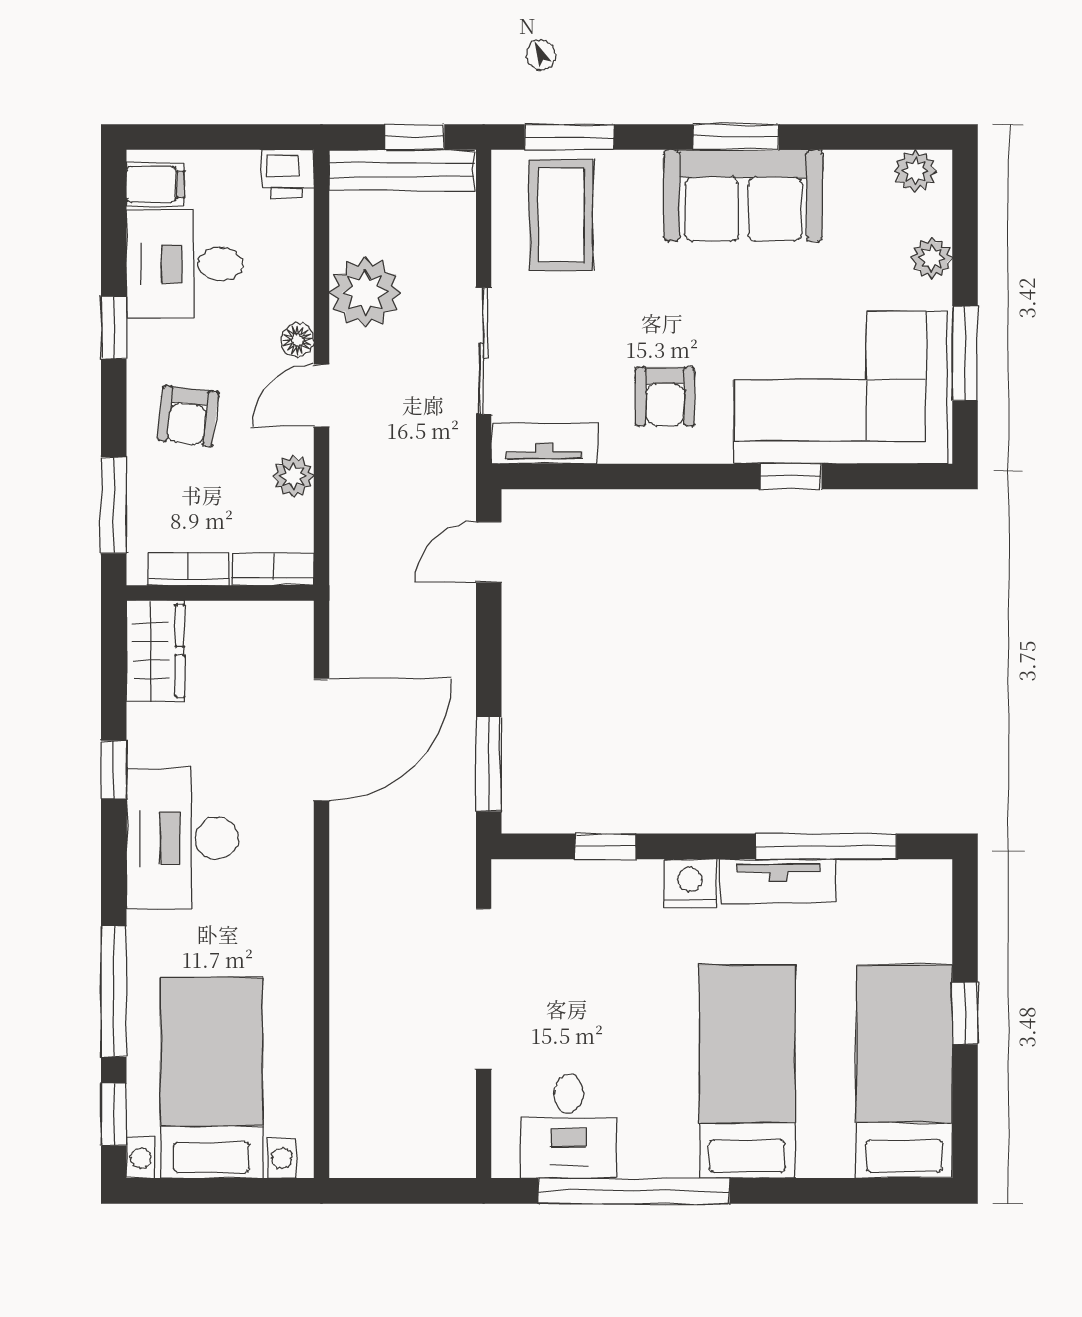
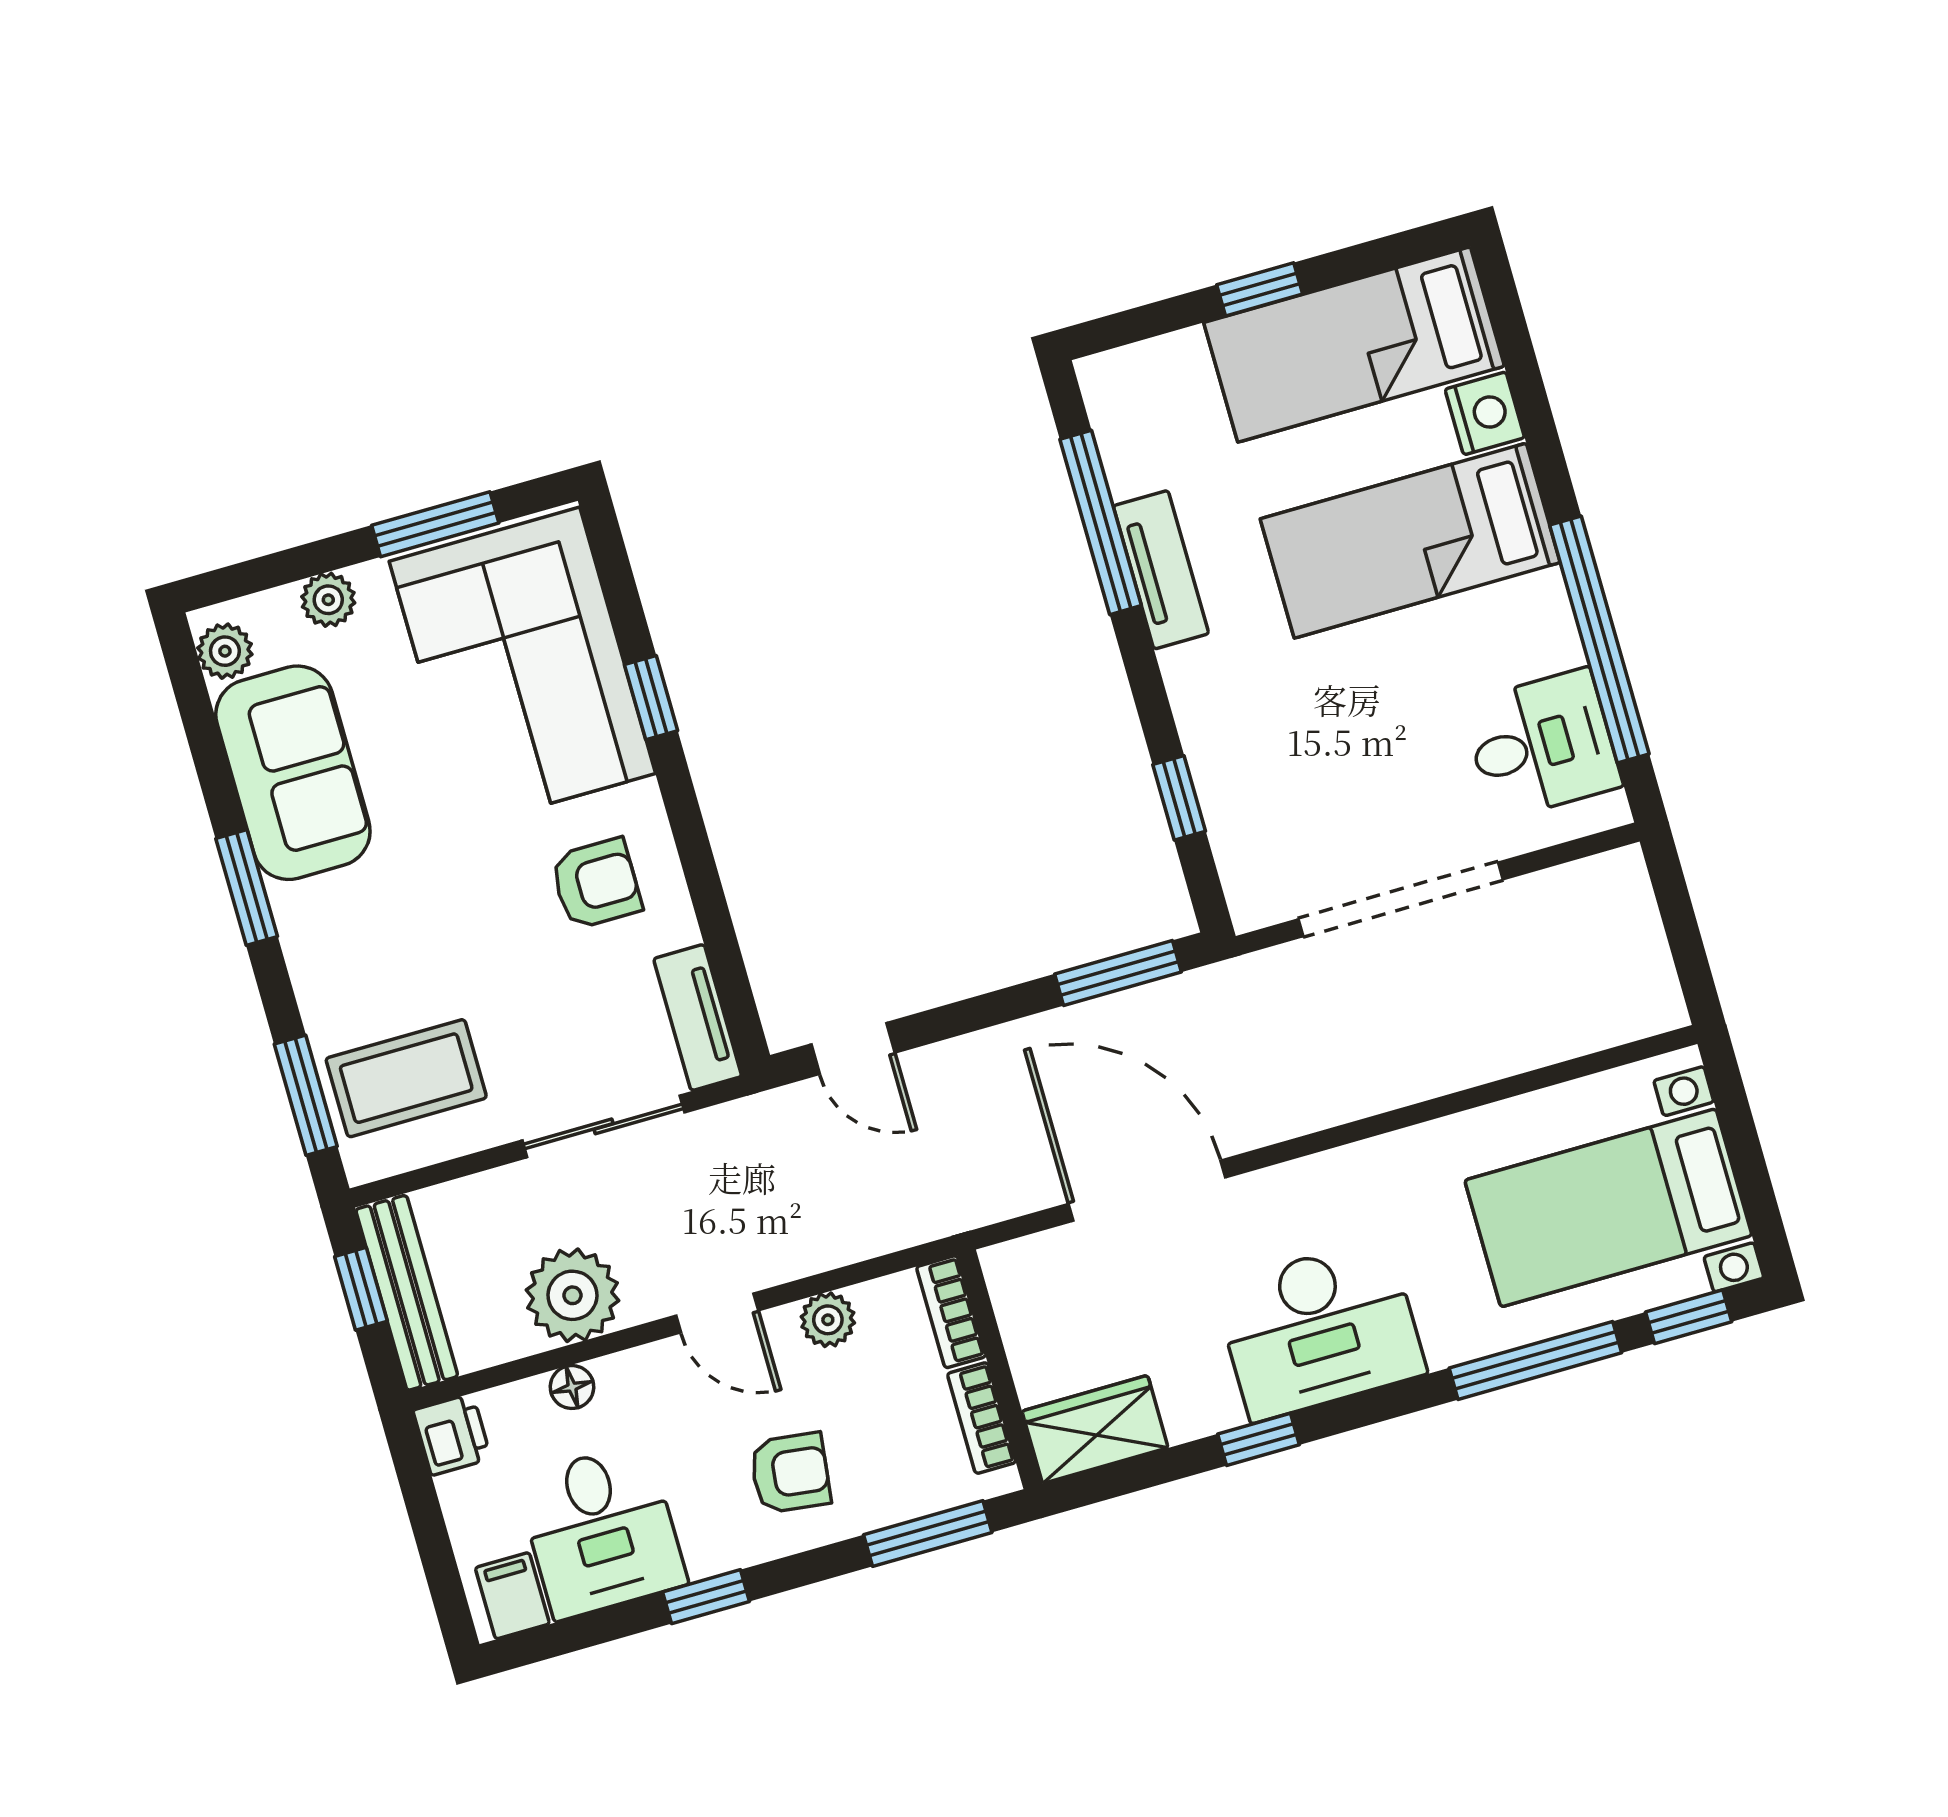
sofa: (743, 196) -> (293, 773), moved
floor lamp: (297, 340) -> (572, 1387), moved
nightstand: (690, 883) -> (1485, 413), moved, turned 180

